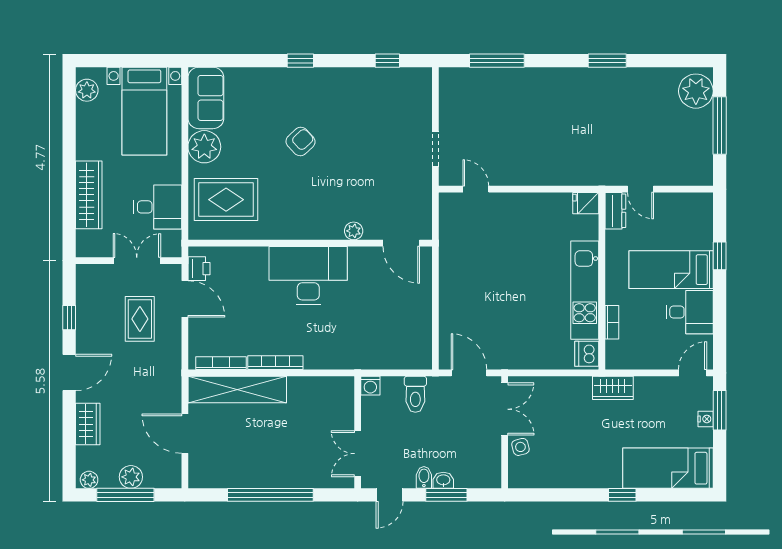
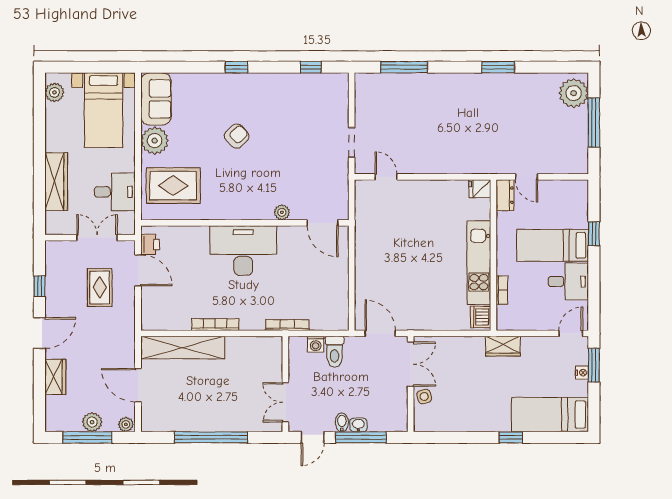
bookcase: (221, 363) -> (287, 325), moved
washing machine: (370, 386) -> (316, 344), moved
plant: (89, 480) -> (126, 424), moved
window: (446, 495) -> (361, 437), width x1.44

